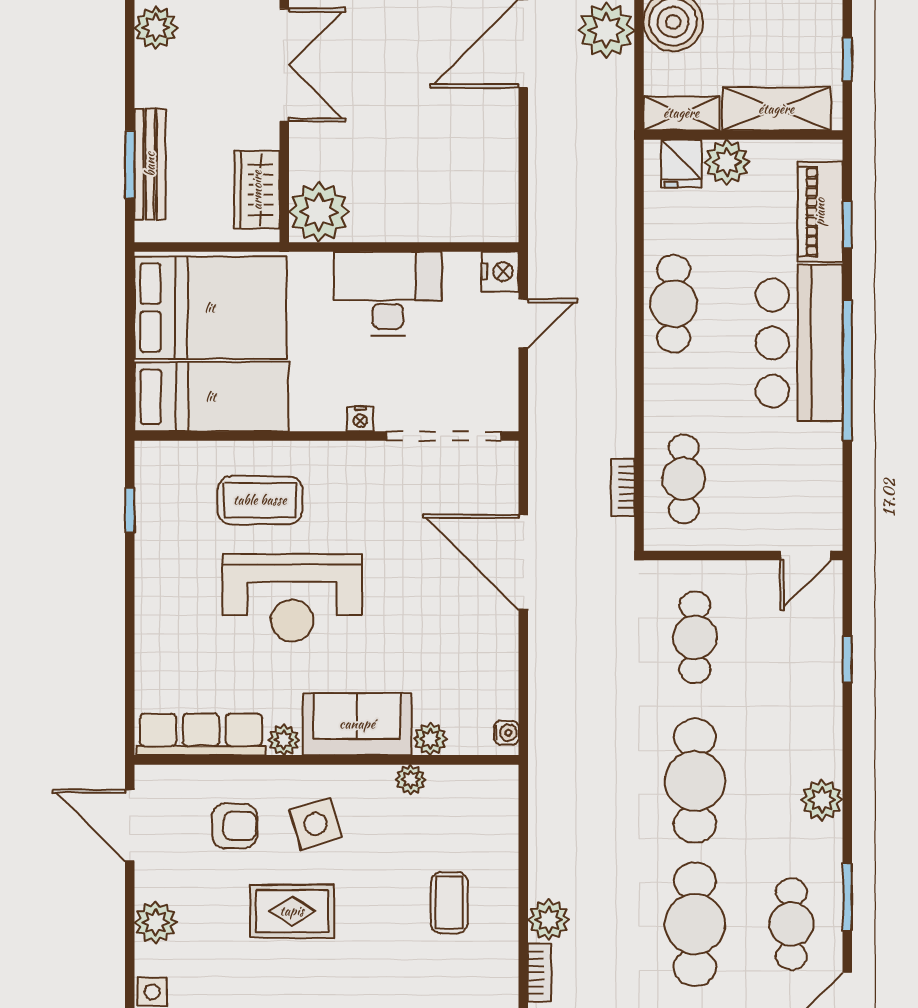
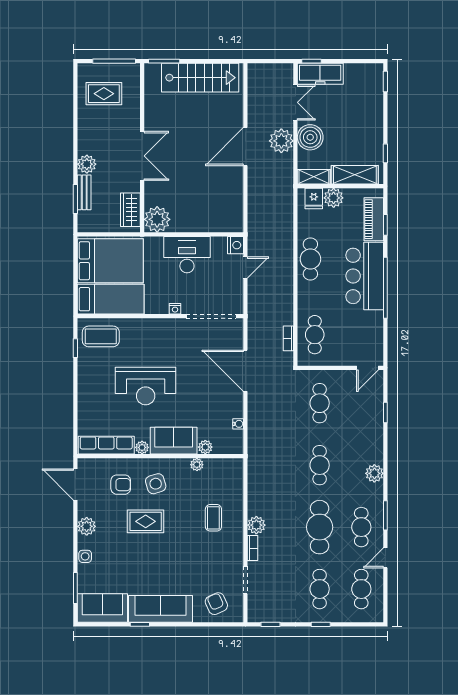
plant: (156, 28) -> (87, 164), moved
bench: (150, 164) -> (84, 192), width x0.73
coffee table: (260, 500) -> (101, 336), moved
water cooler: (506, 733) -> (238, 424), moved
cafe table: (695, 781) -> (320, 465), width x0.73, depth x0.74

